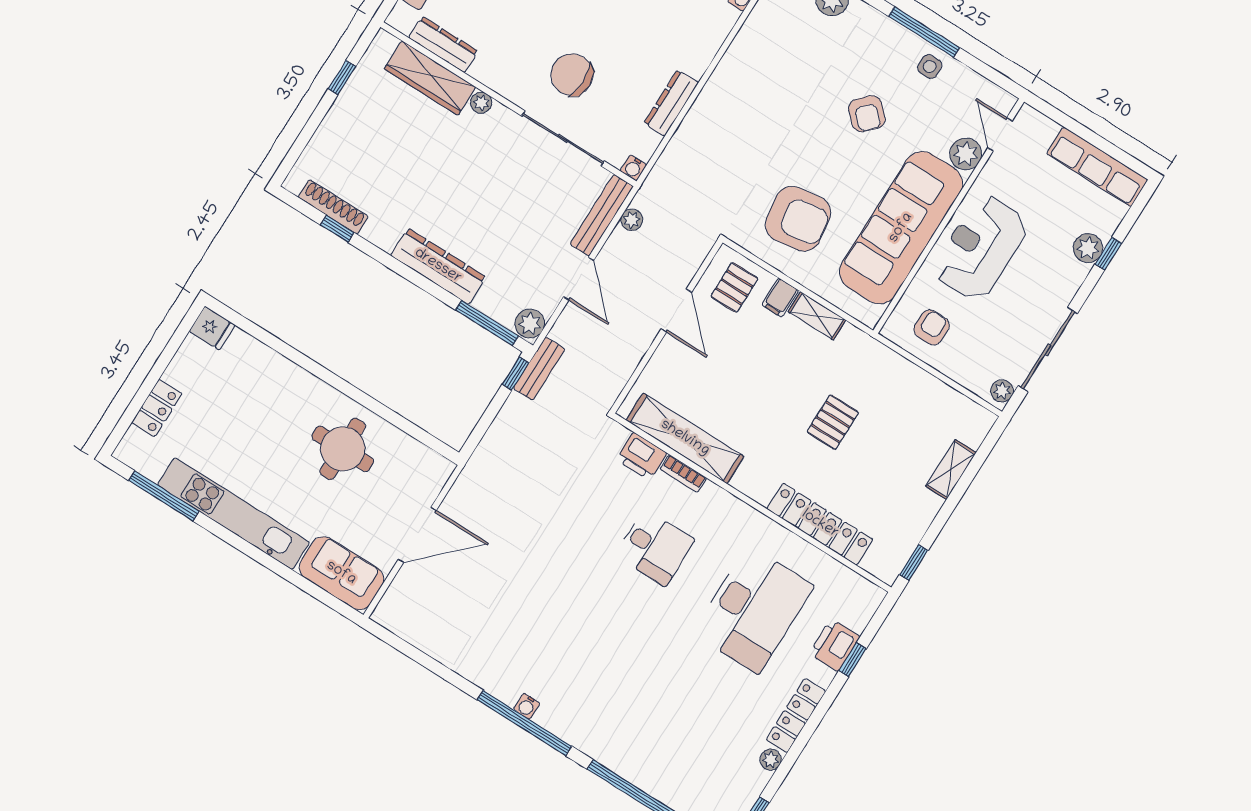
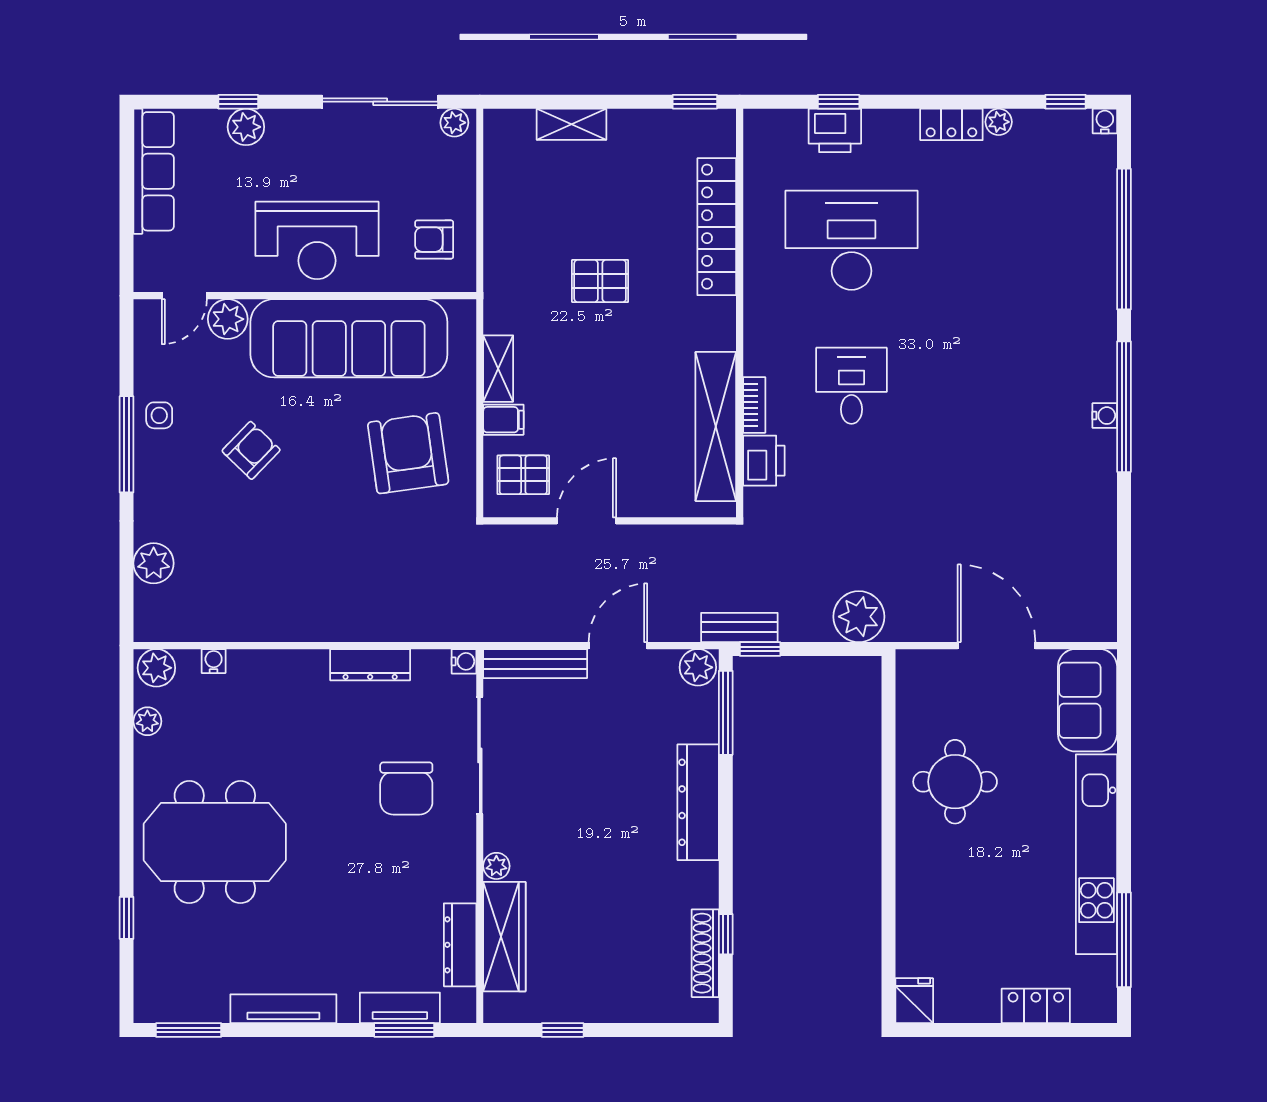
plant: (632, 220) -> (859, 617), moved, width x1.87, depth x1.87
locker: (796, 715) -> (951, 124), width x0.66

